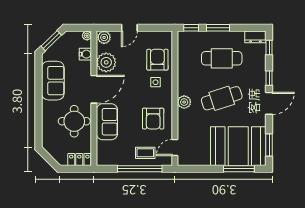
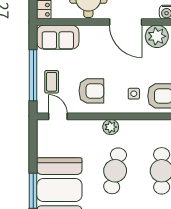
cafe table: (222, 98) -> (115, 171), turned 30
armchair: (153, 119) -> (91, 91), turned 180
sofa: (107, 122) -> (58, 37), moved

